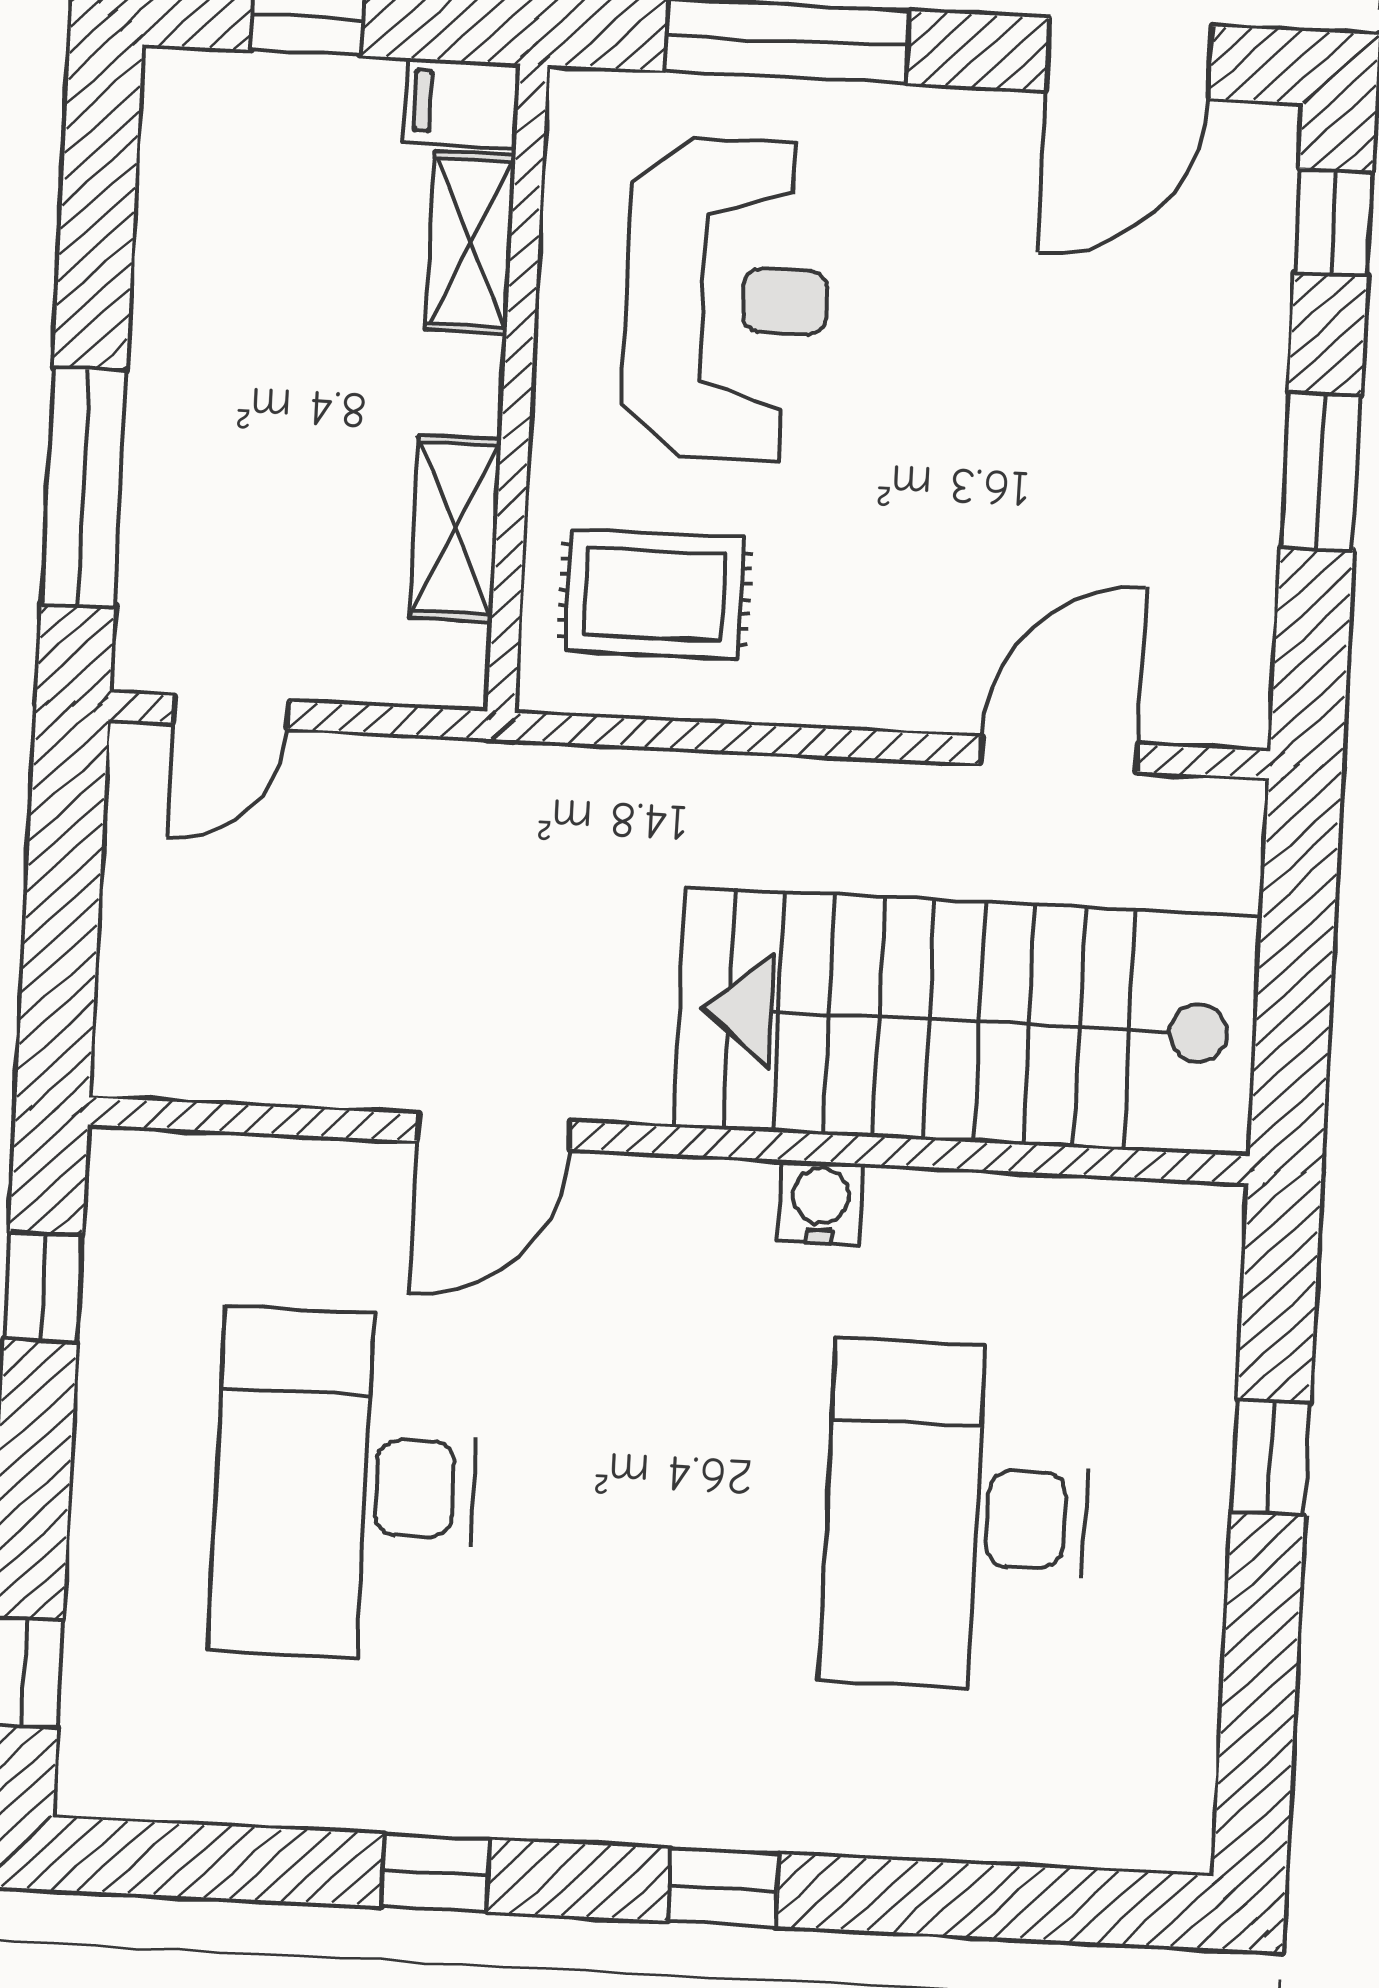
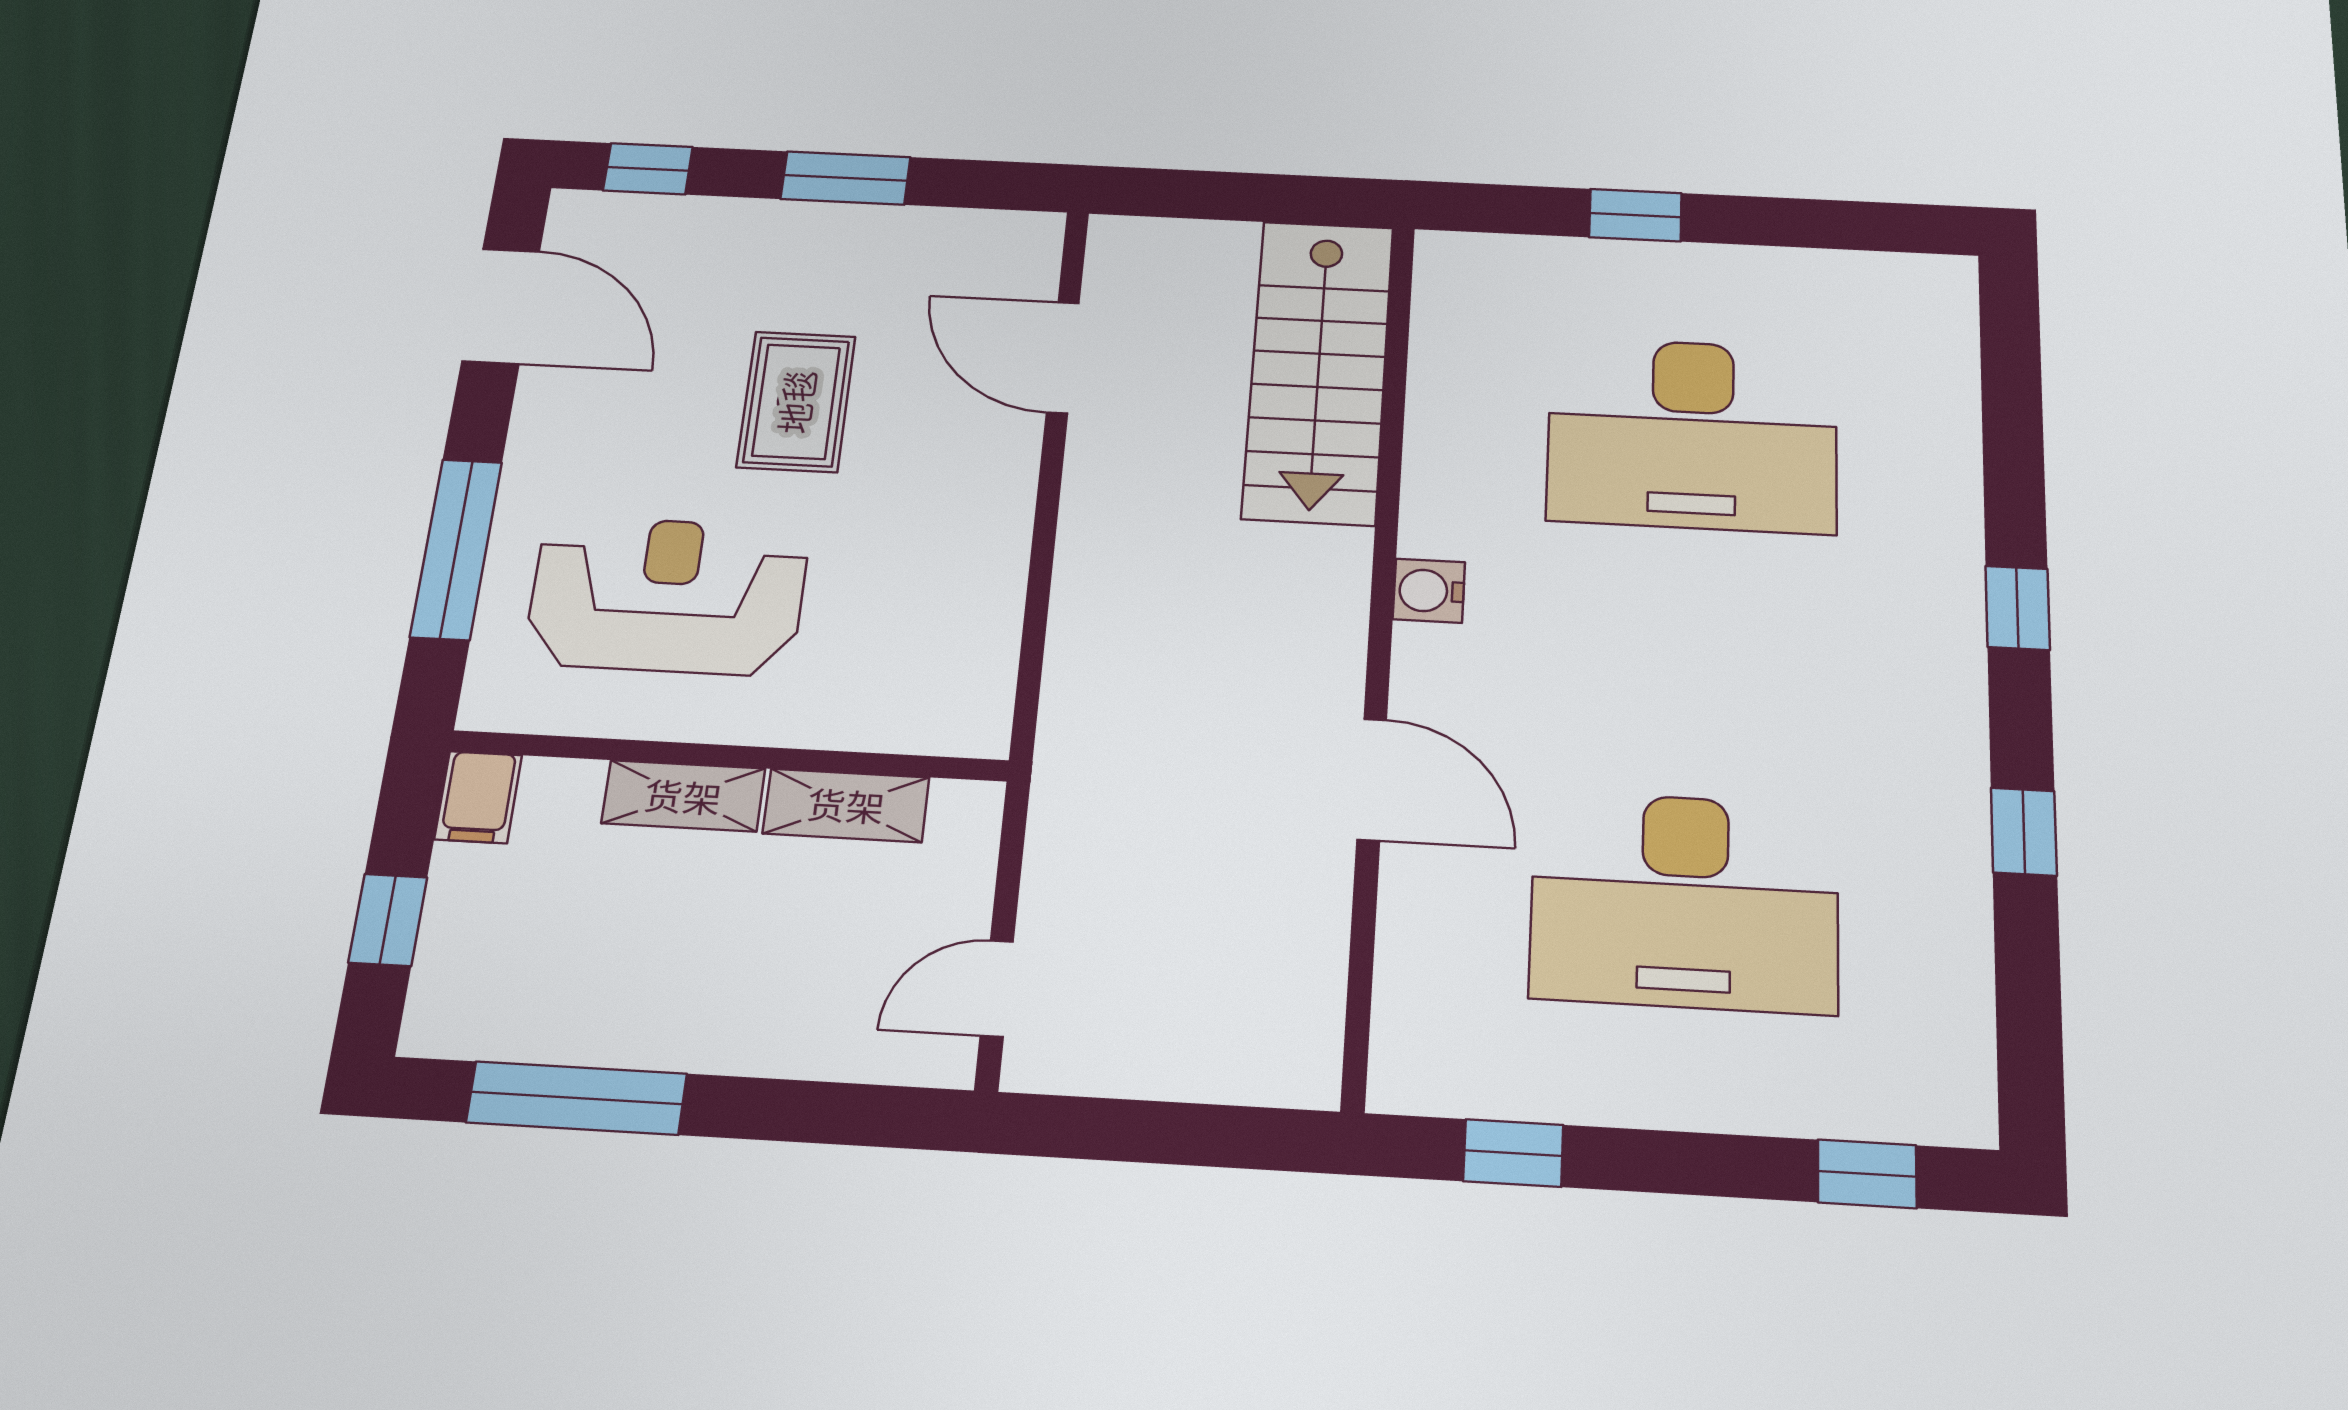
shelving: (471, 243) -> (683, 796), moved
window: (84, 487) -> (577, 1098), moved
rug: (655, 594) -> (796, 402), moved
door: (231, 712) -> (997, 989), swing flipped
stairs: (968, 1021) -> (1318, 371), width x0.73, depth x0.66
water cooler: (821, 1202) -> (1429, 591), moved

